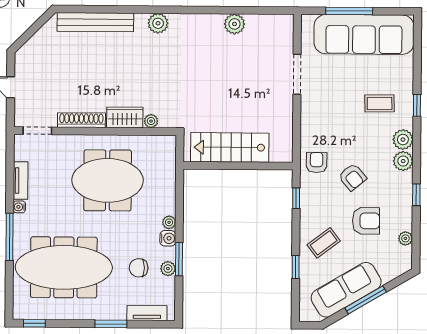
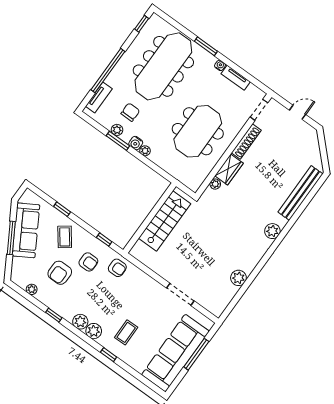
armchair: (352, 177) -> (88, 262), moved, turned -140
window: (10, 237) -> (206, 46), width x0.69
window: (111, 324) -> (108, 71), width x2.11

